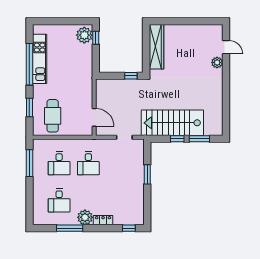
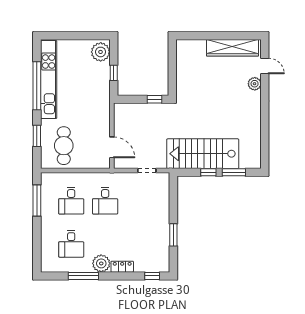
window: (96, 38) -> (114, 73), moved
wardrobe: (156, 47) -> (233, 48), moved, turned 90
kitchen unit: (40, 59) -> (49, 79), width x1.36
window: (147, 174) -> (173, 235), moved

